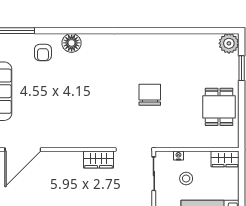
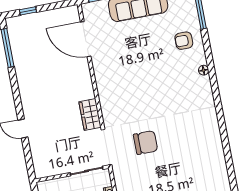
floor lamp: (72, 43) -> (204, 70), width x0.53, depth x0.53
chair: (150, 95) -> (146, 143), moved

